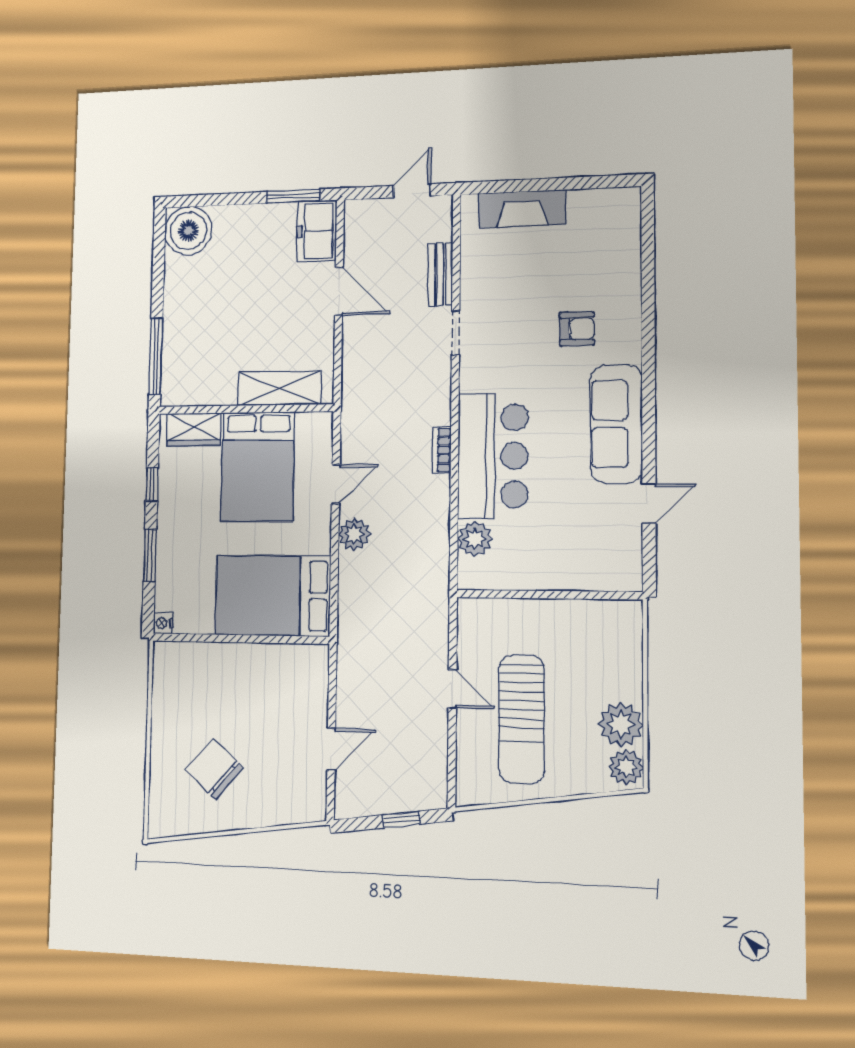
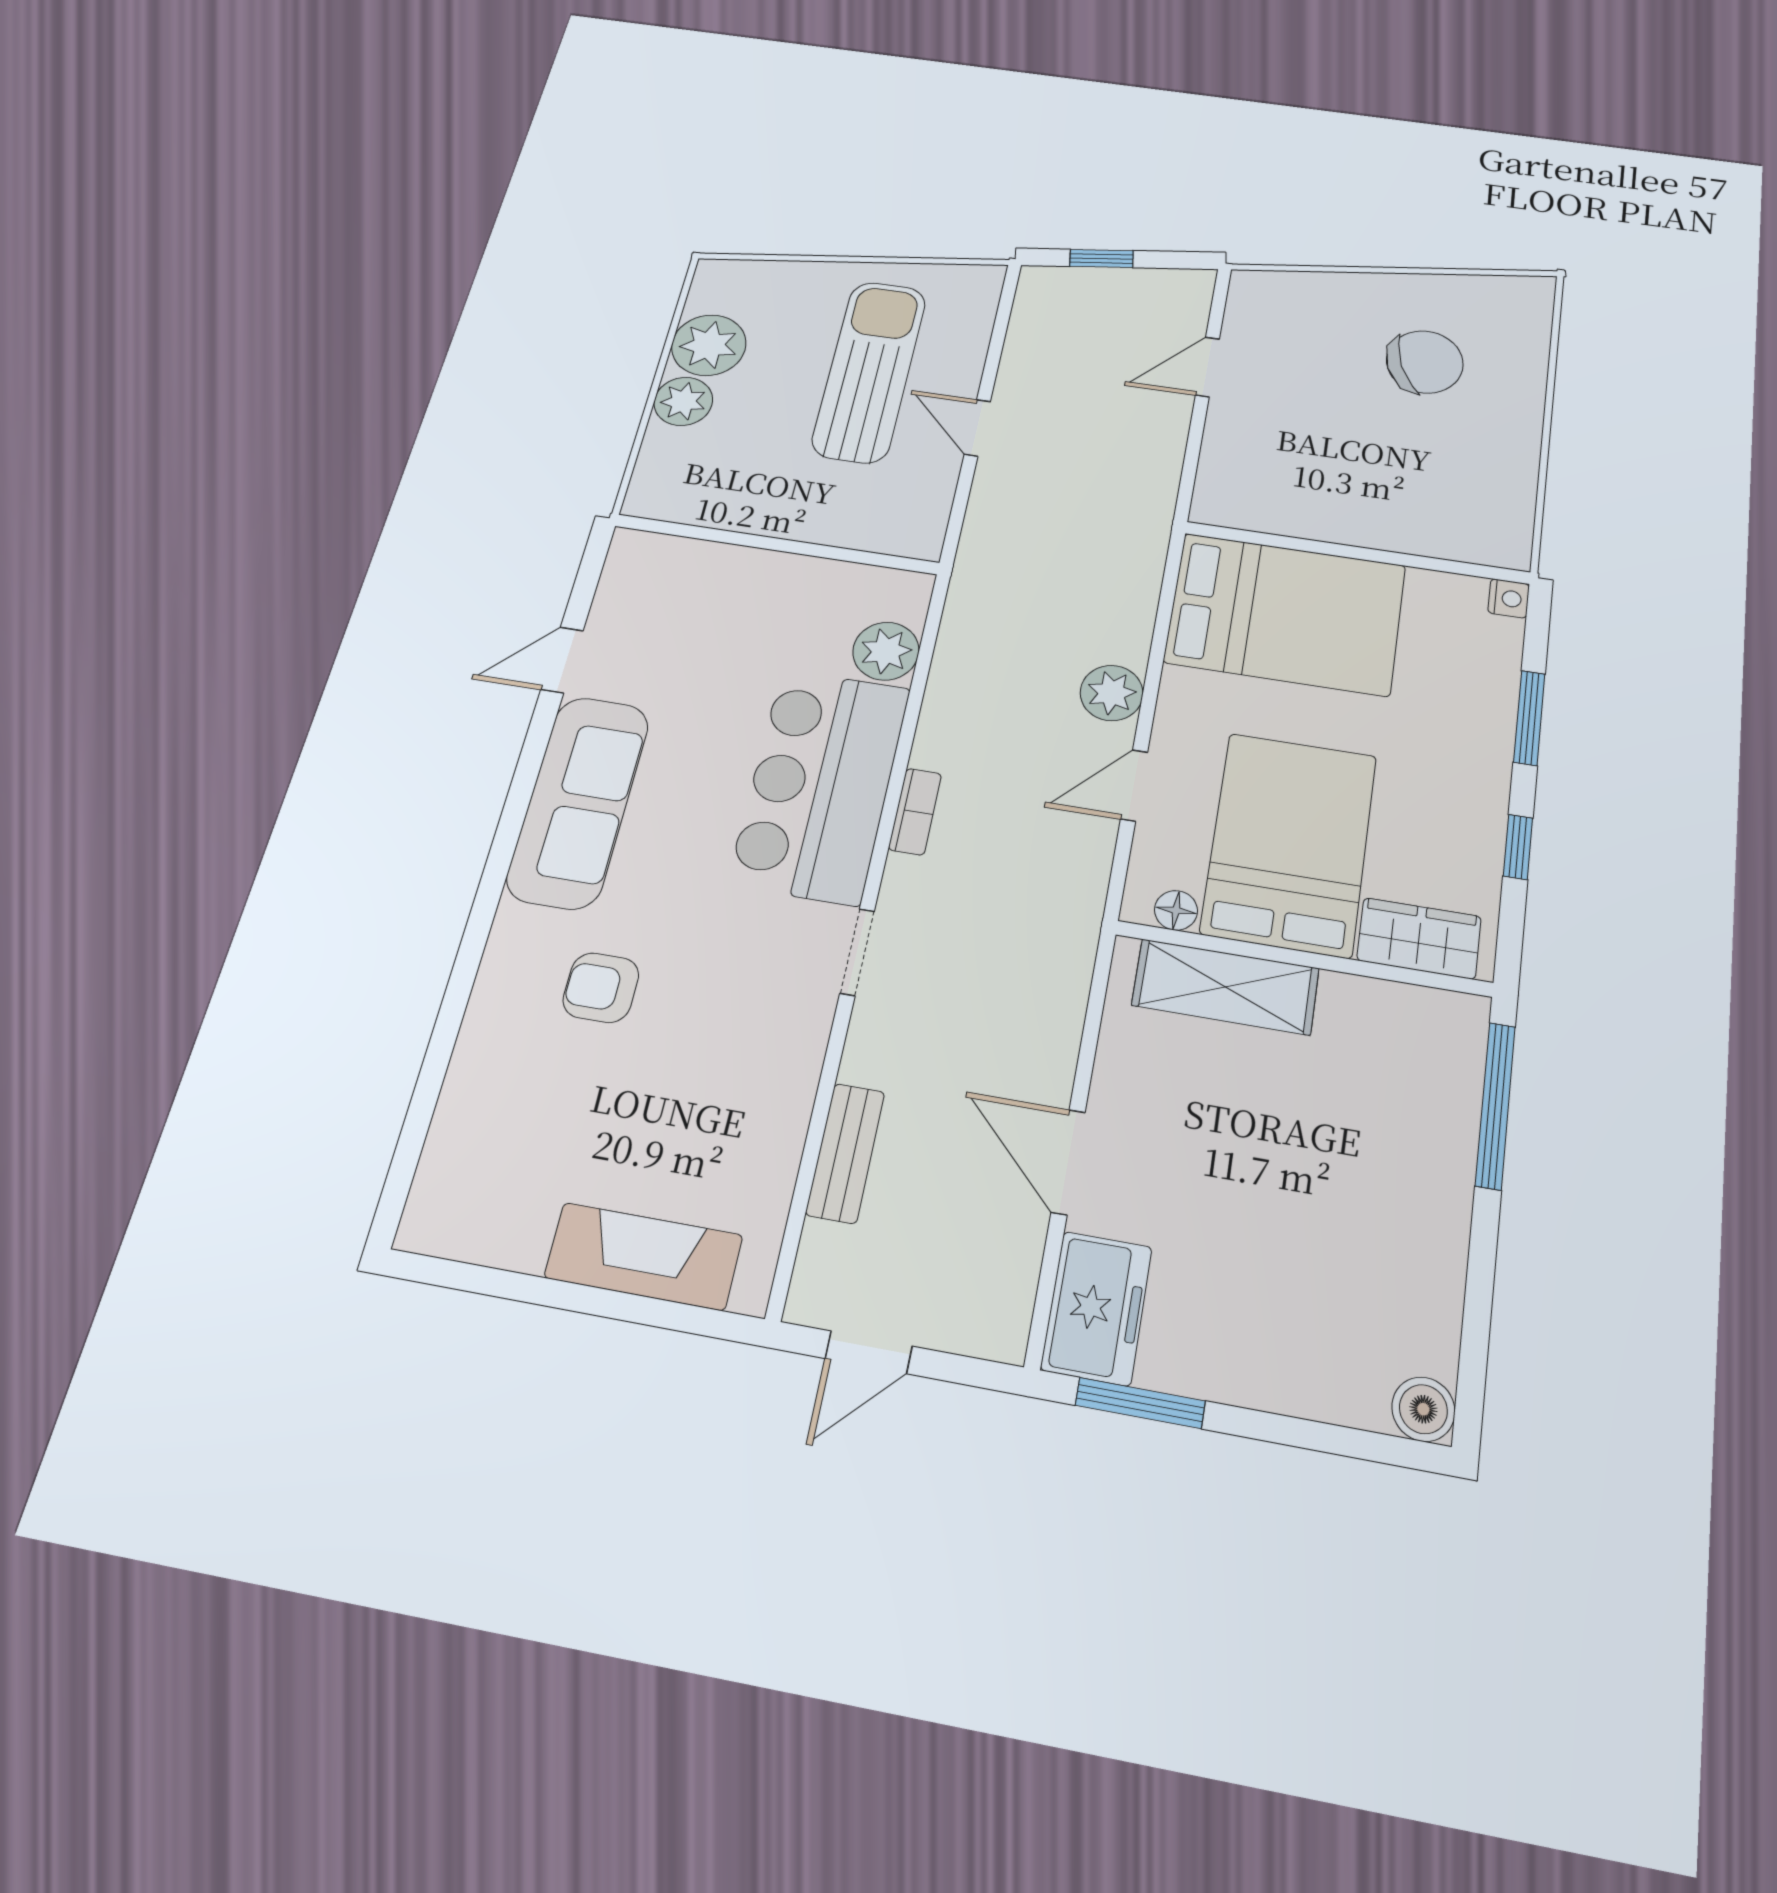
boiler: (188, 231) -> (1423, 1409), width x0.54, depth x0.54
doorway: (456, 333) -> (857, 952), moved
floor lamp: (307, 422) -> (1176, 910), added
plant: (626, 767) -> (683, 401), moved
chair: (214, 769) -> (1425, 362), turned -62

